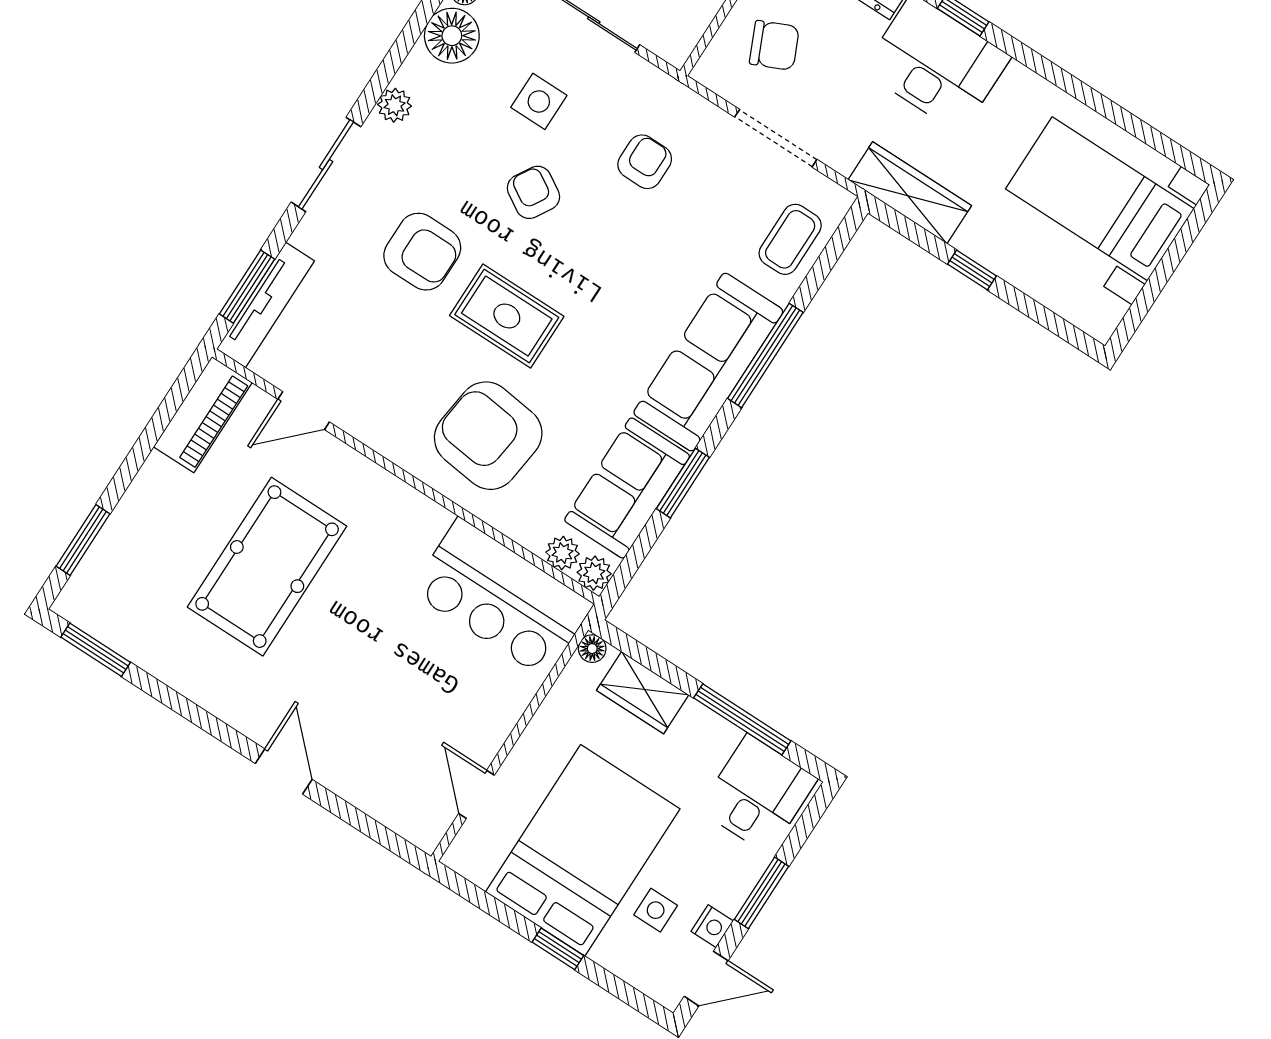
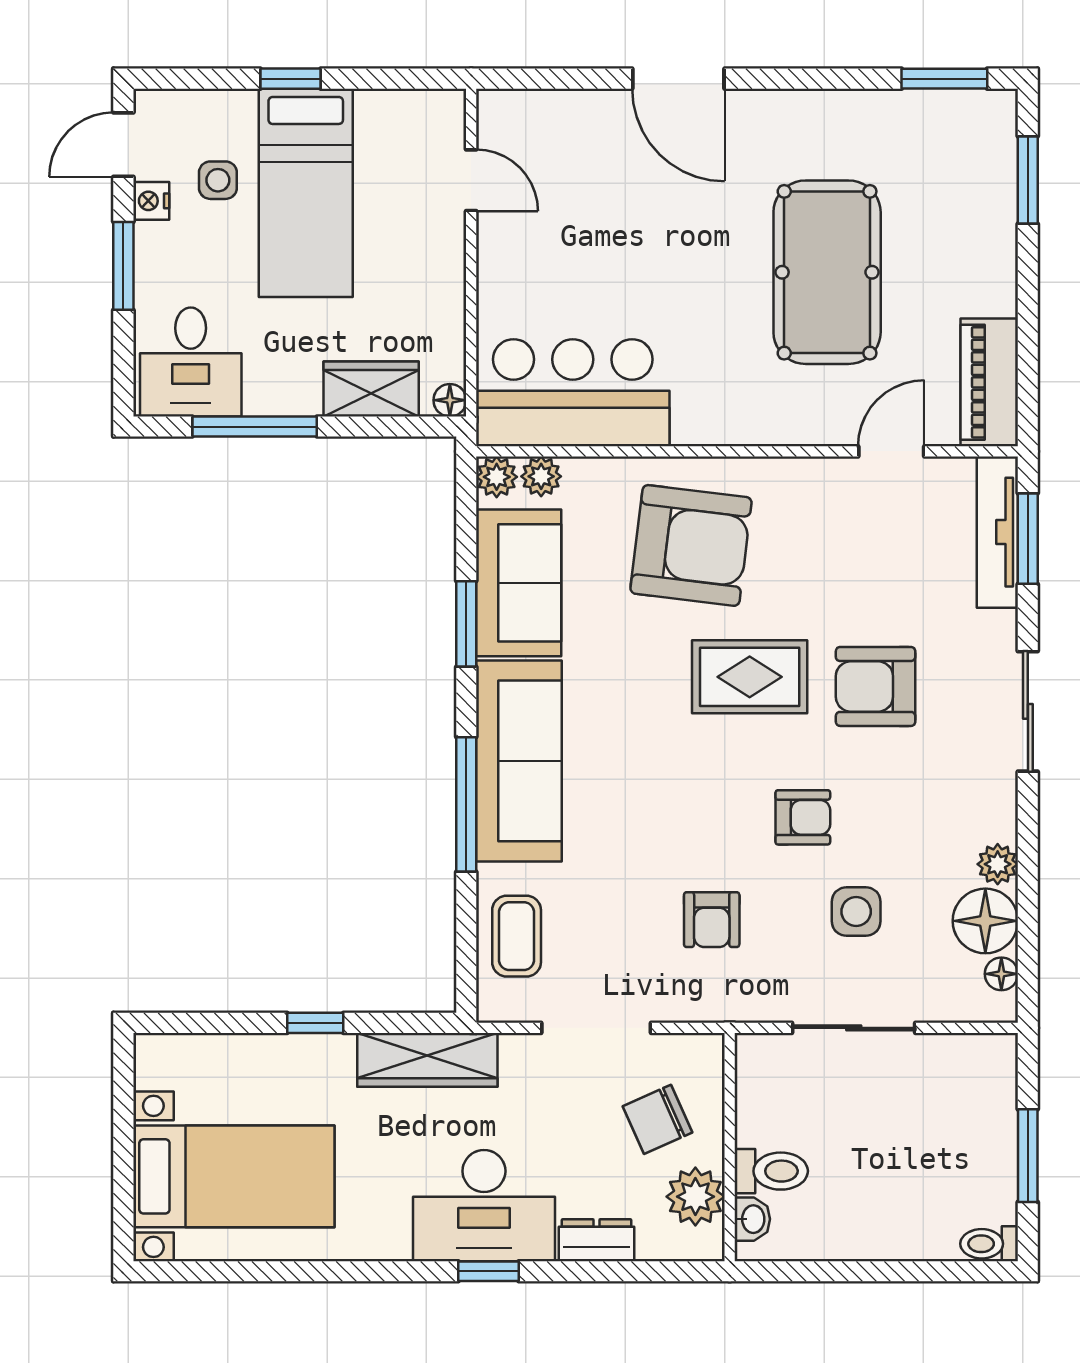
plant: (395, 105) -> (998, 864), moved
armchair: (533, 192) -> (803, 817), turned -31
door: (284, 771) -> (678, 79), width x1.38
bed: (583, 850) -> (306, 193), width x0.67

